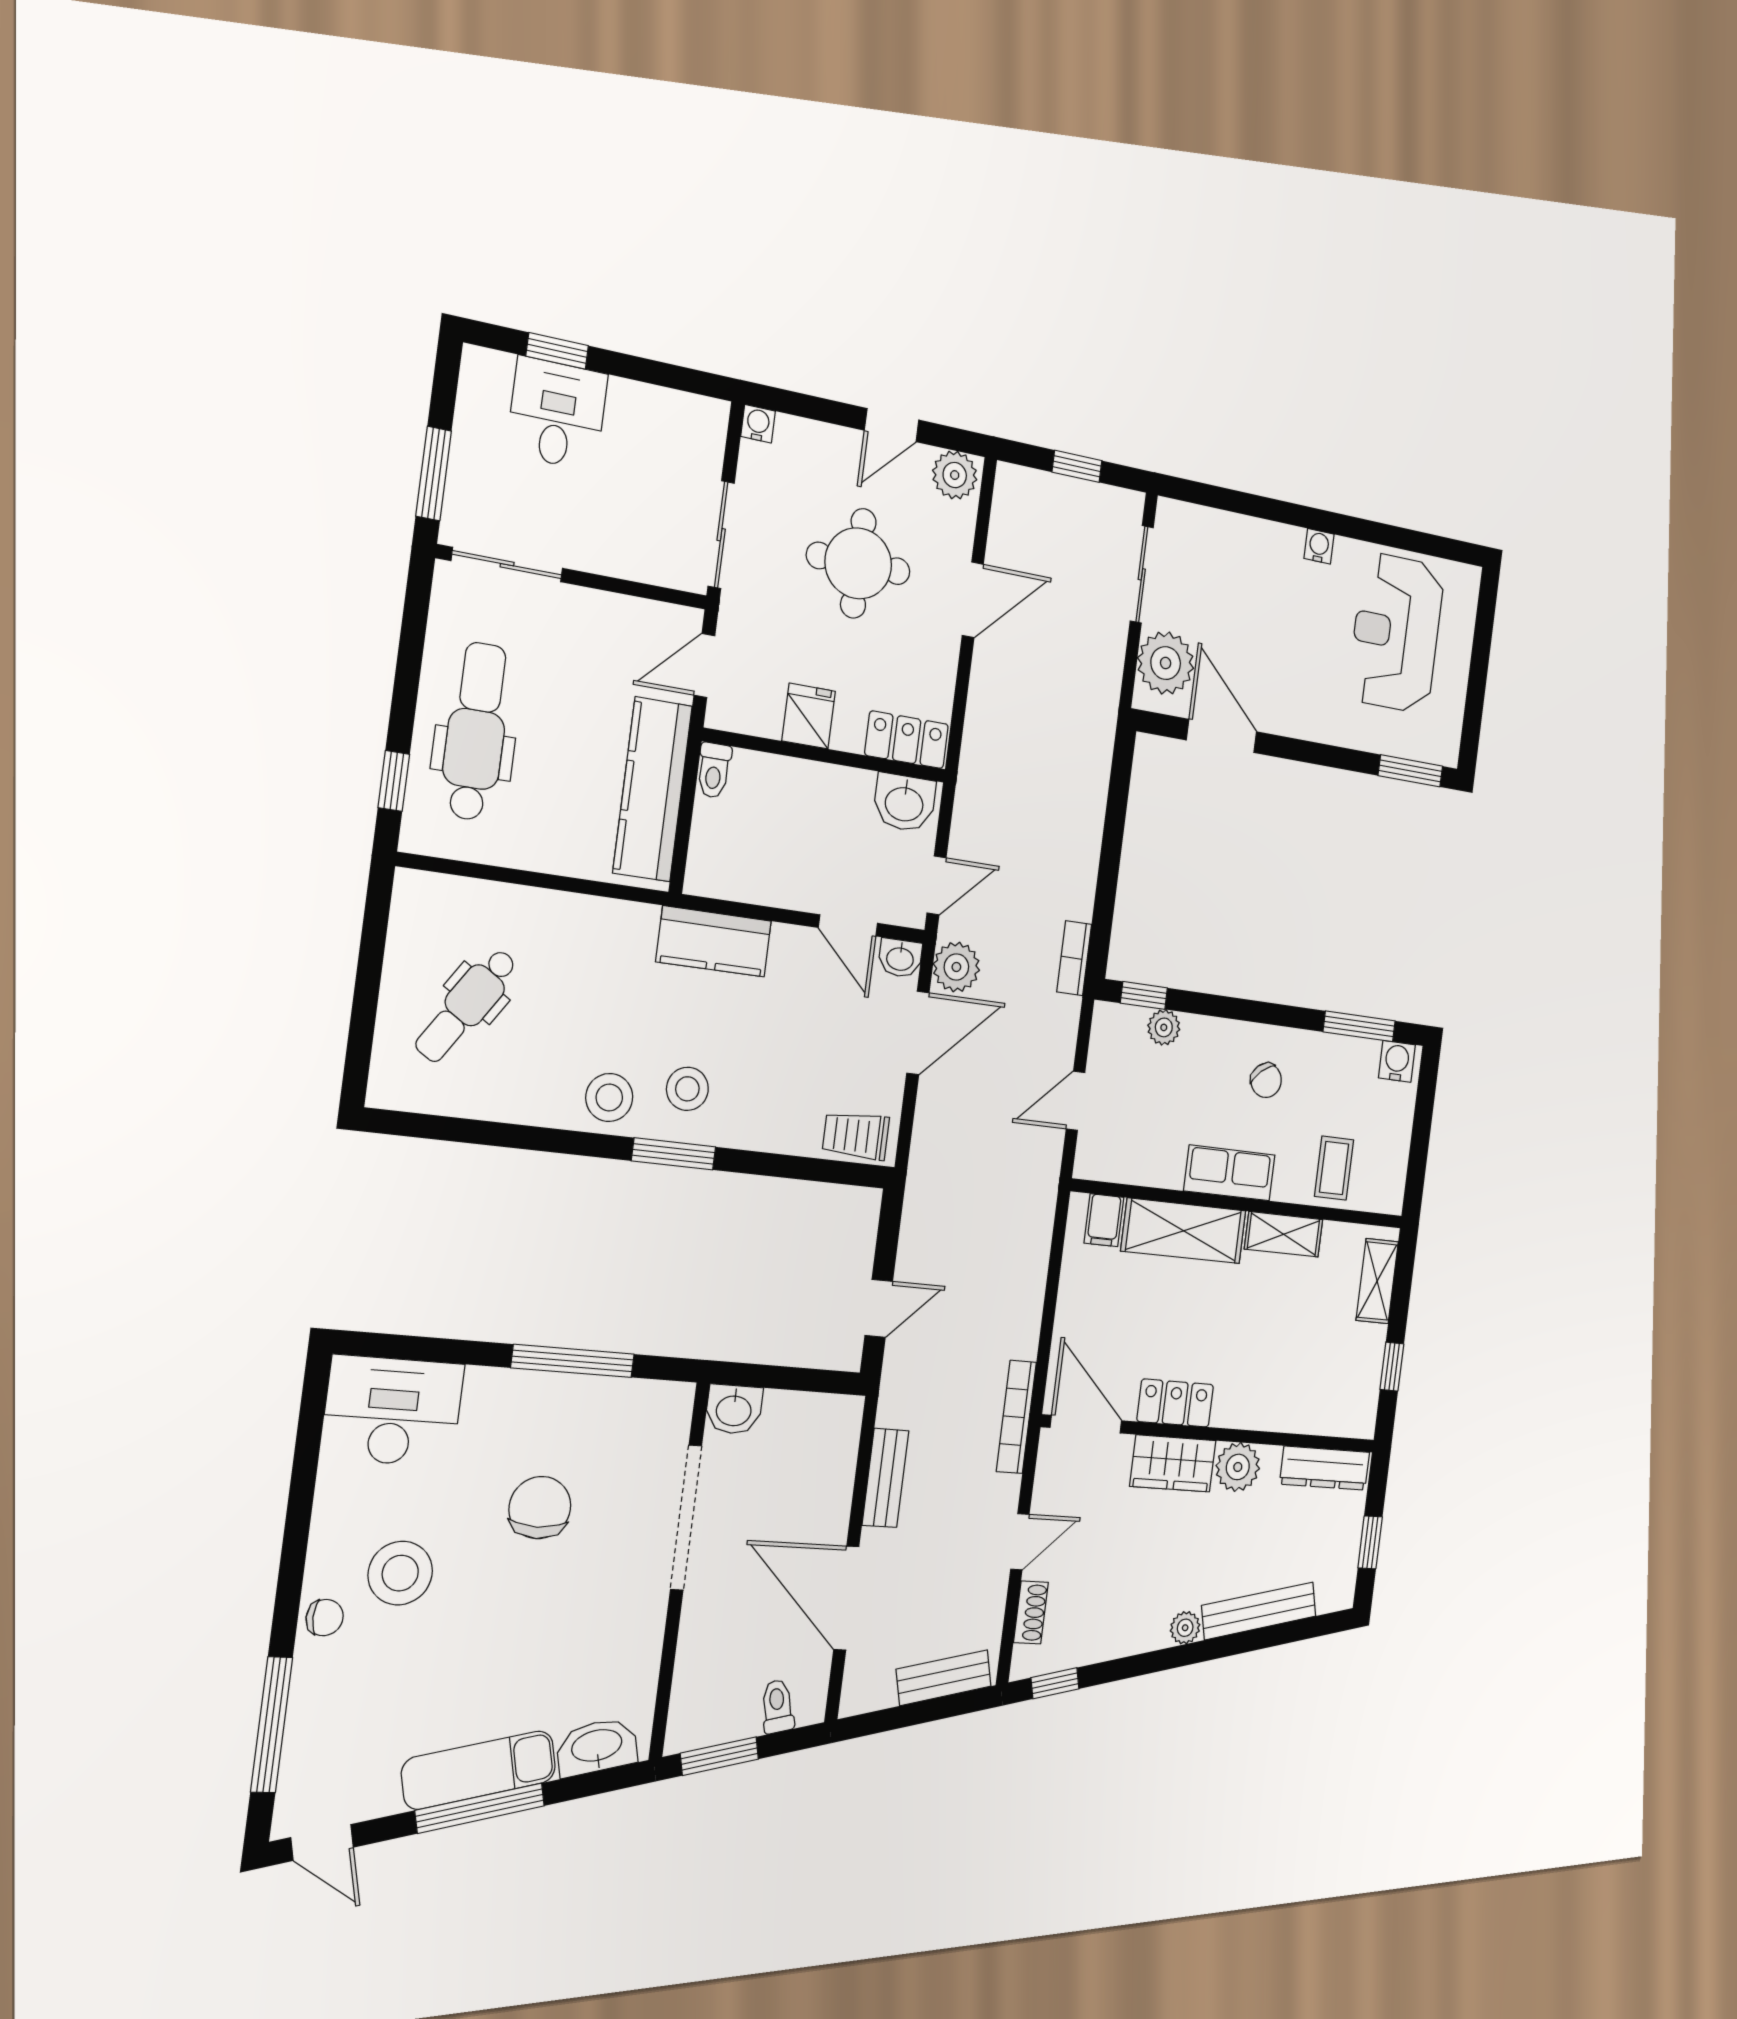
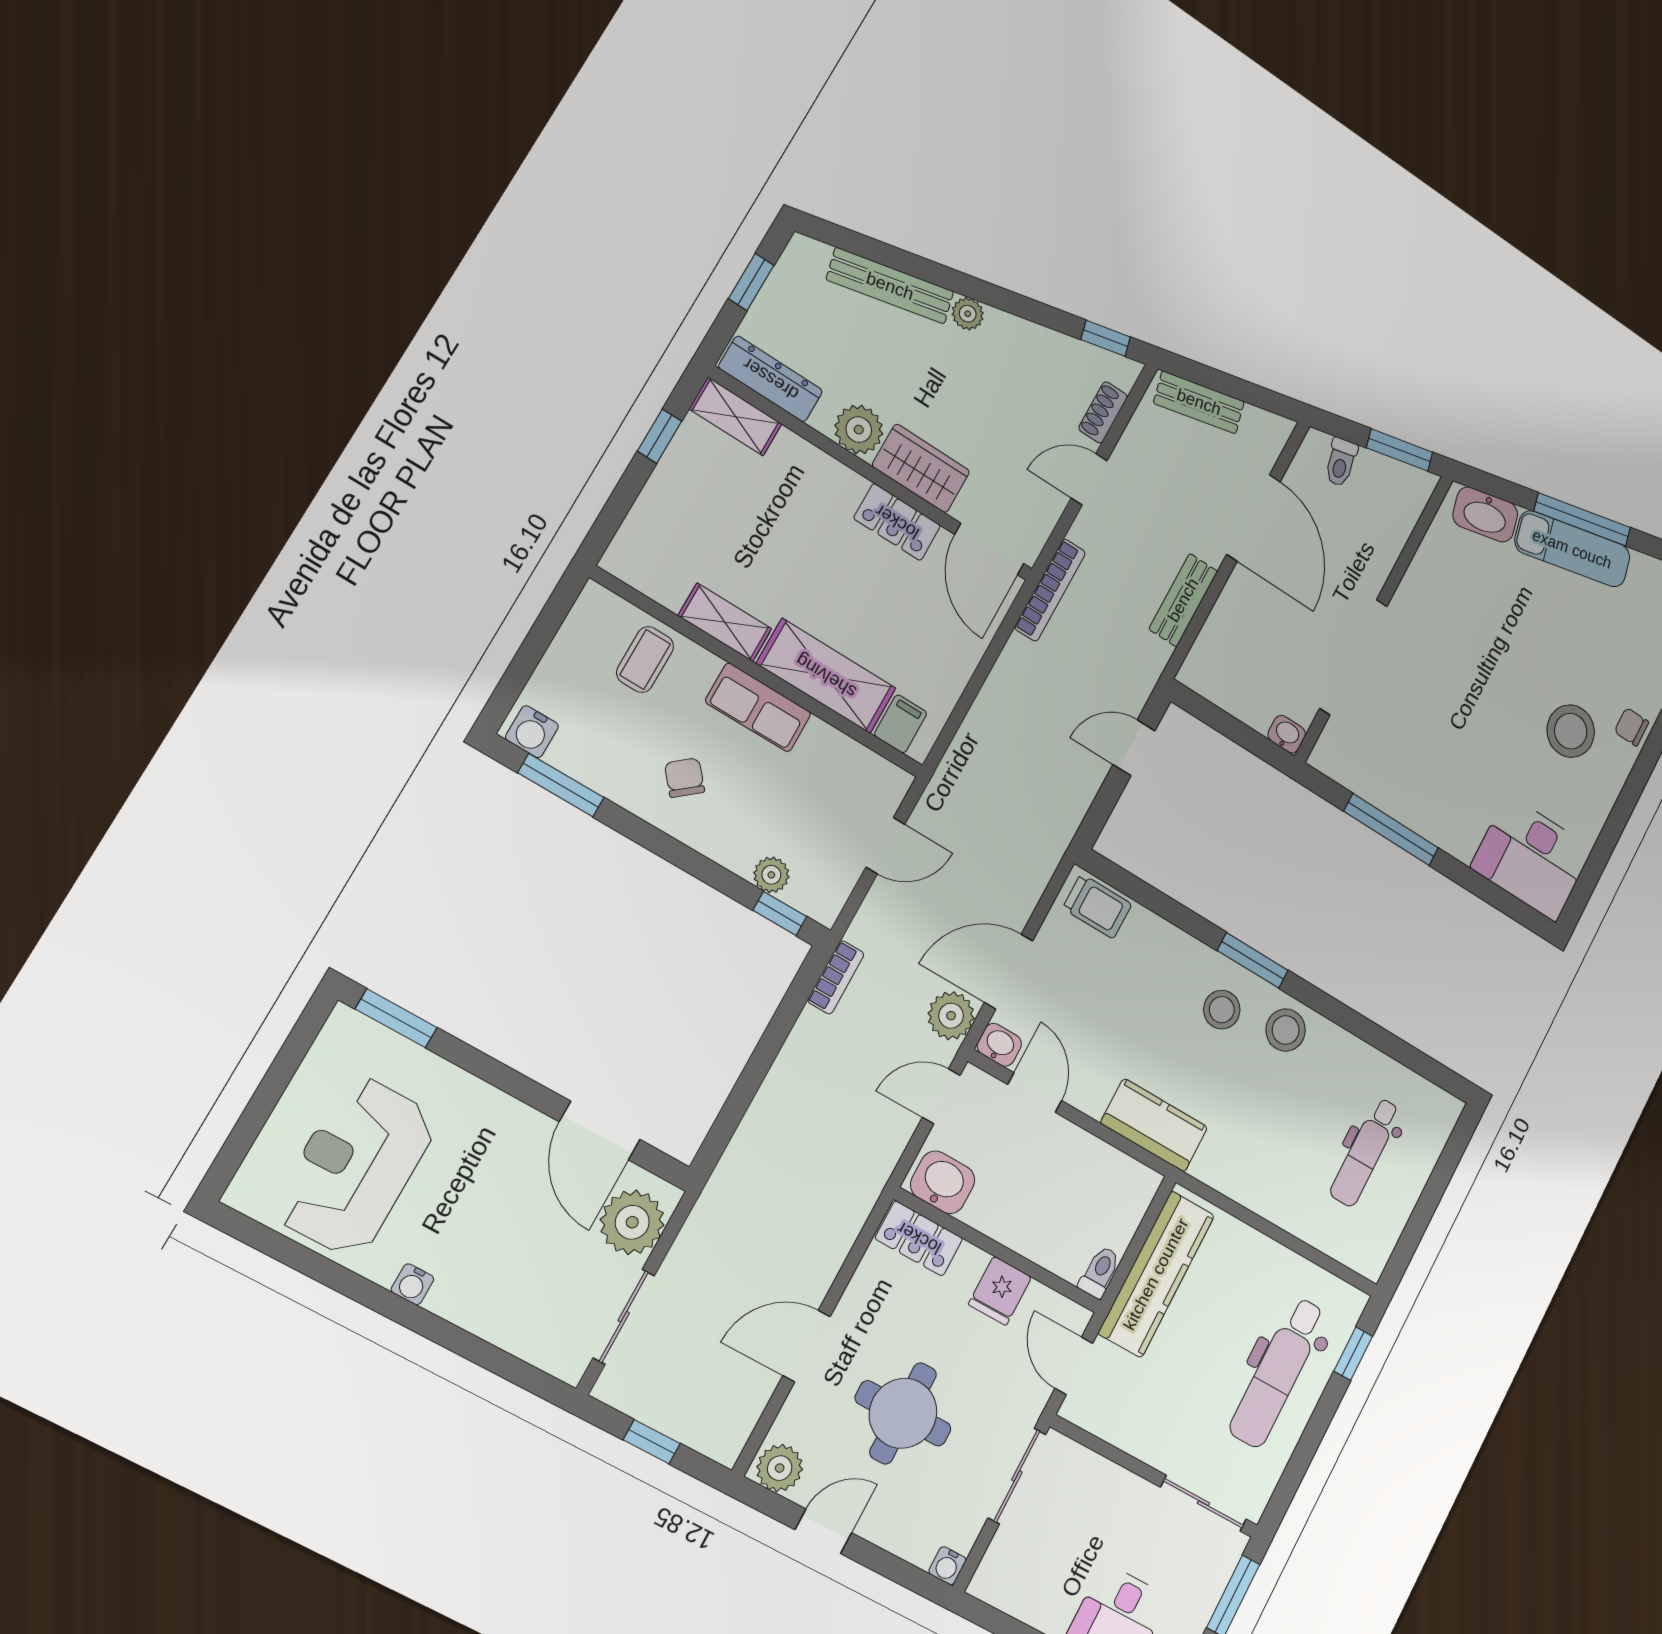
reception desk: (1396, 633) -> (356, 1166), turned 180
door: (704, 665) -> (1074, 1366), swing flipped
dental chair: (466, 1005) -> (1365, 1152), turned 147
shelving: (1377, 1281) -> (736, 416), moved, turned 90
washbasin: (734, 1409) -> (1287, 734), width x0.72, depth x0.69
chair: (540, 1508) -> (1457, 726), removed

